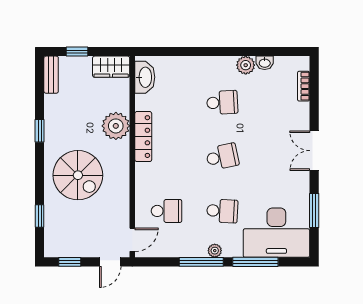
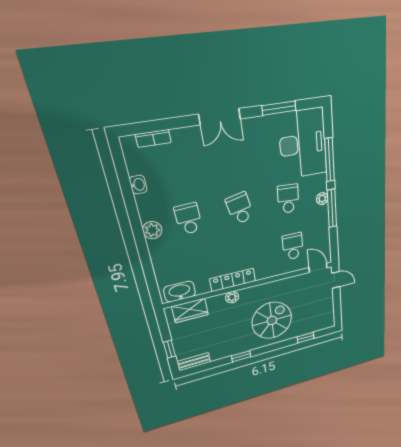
plant: (246, 65) -> (152, 230), moved
wardrobe: (111, 67) -> (190, 311), moved, turned 90
plant: (116, 126) -> (232, 297), width x0.53, depth x0.53
window: (70, 262) -> (337, 308), removed

